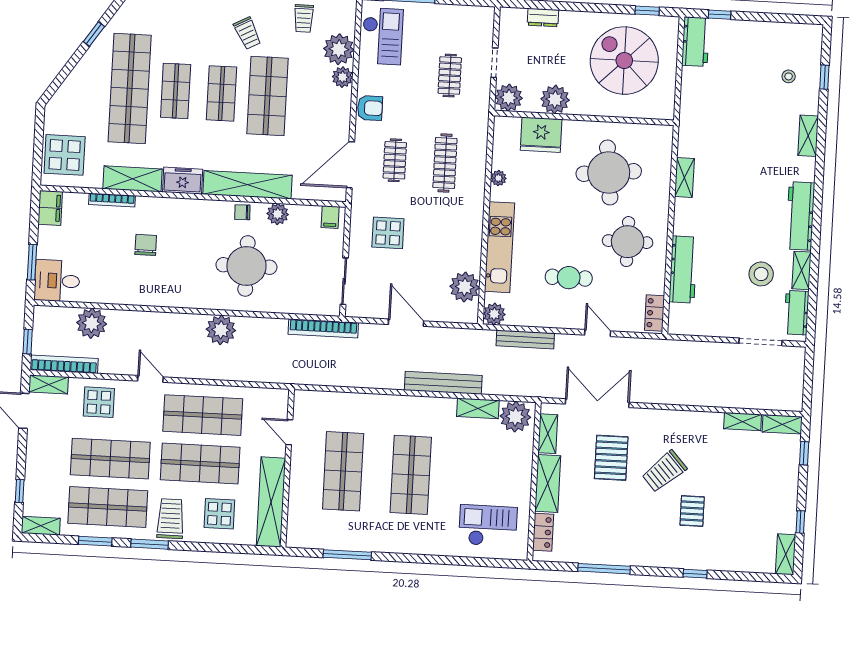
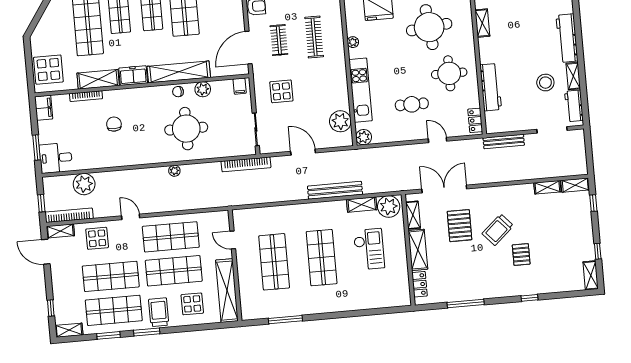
plant: (221, 330) -> (174, 171), width x0.53, depth x0.53
bench: (525, 340) -> (504, 141), moved
checkout: (488, 526) -> (369, 249), moved, turned 90

